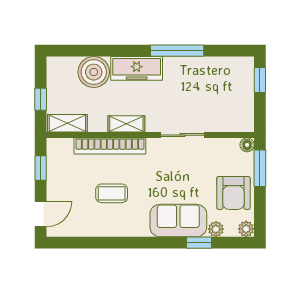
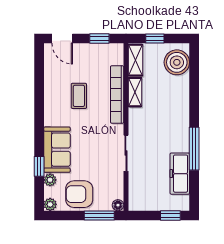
freezer: (137, 68) -> (180, 174), moved
boiler: (94, 72) -> (177, 62), moved
shelving: (126, 124) -> (135, 92), moved

